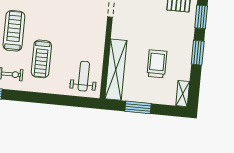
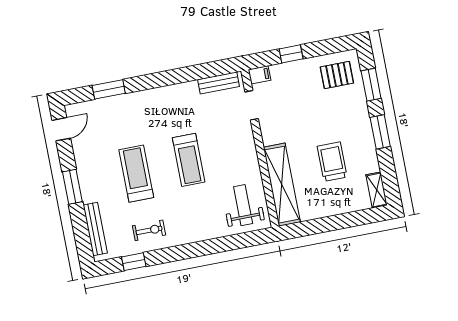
treadmill: (41, 59) -> (189, 160), moved
window: (138, 107) -> (325, 225), removed

